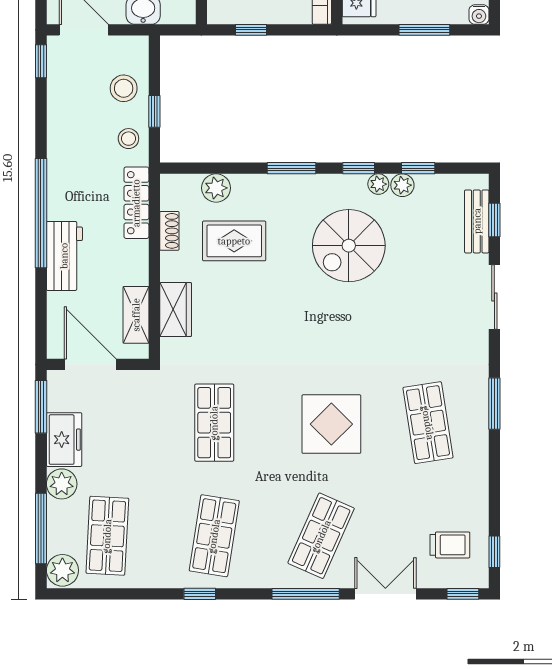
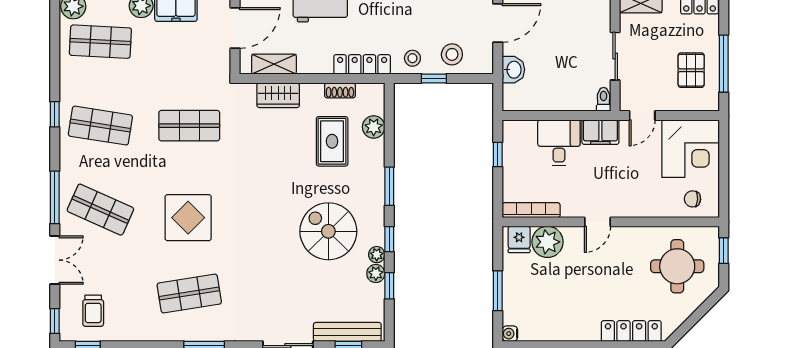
bench: (477, 221) -> (347, 332), width x1.36

